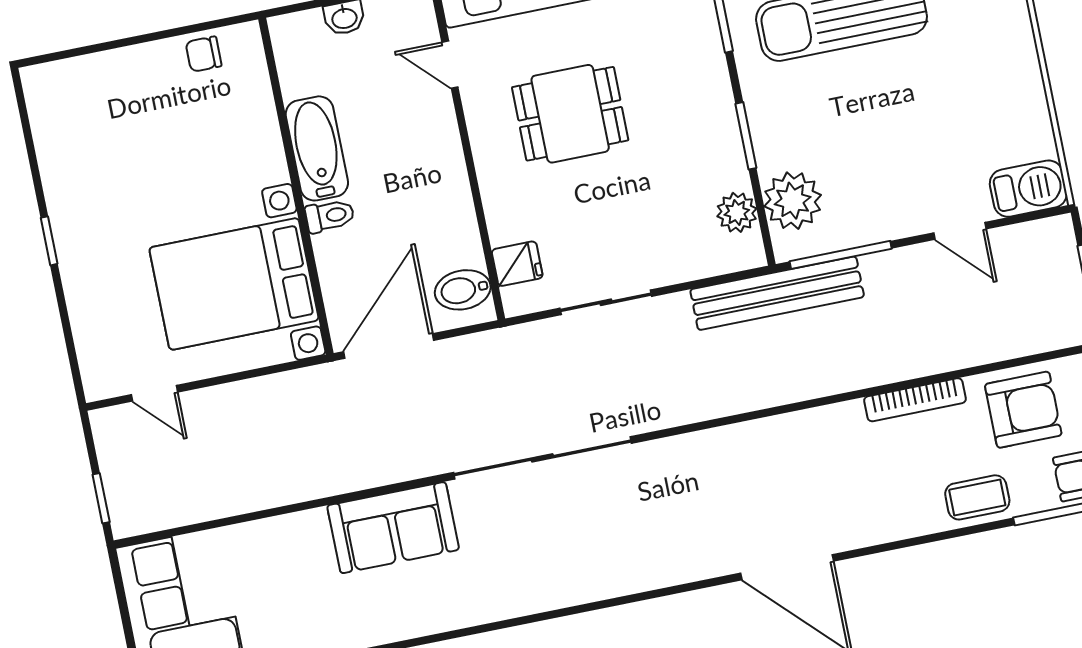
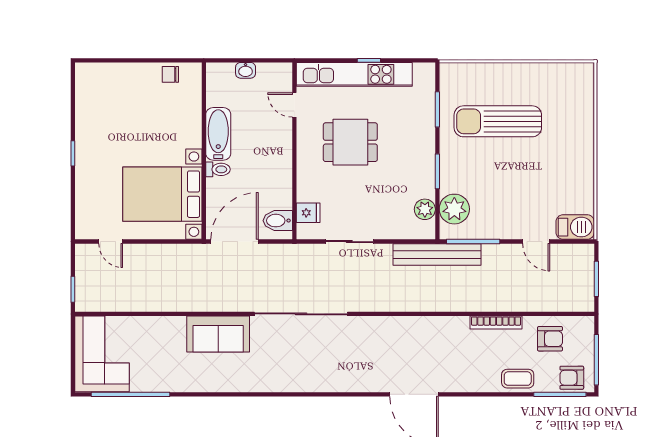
armchair: (1023, 410) -> (550, 339), width x0.72, depth x0.72

